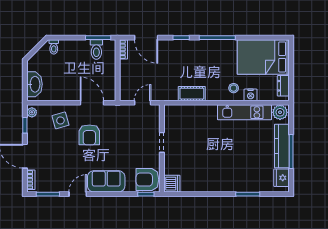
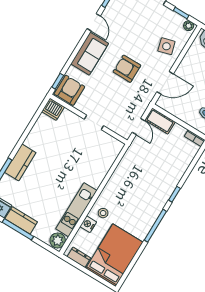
door: (146, 38) -> (193, 164), removed
cot: (192, 94) -> (160, 121), moved, turned 90
armchair: (89, 135) -> (127, 69), moved
kitchen counter: (282, 146) -> (21, 220), width x0.67
kitchen counter: (233, 184) -> (20, 162), added

